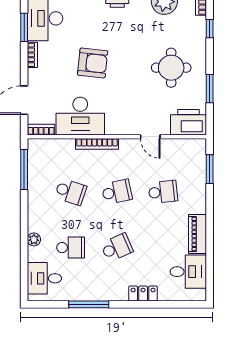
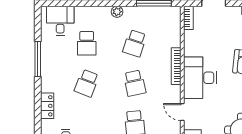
desk: (80, 116) -> (200, 78), moved
door: (150, 137) -> (182, 112), hinge flipped
plant: (34, 239) -> (117, 12), moved
school desk: (117, 248) -> (87, 83), turned 45

